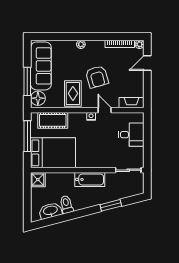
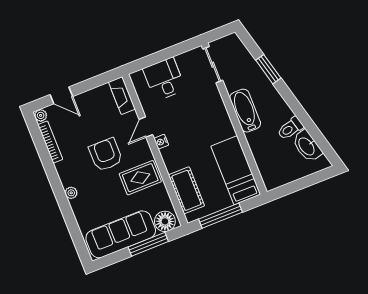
armchair: (97, 77) -> (106, 155), turned -74
bed: (53, 153) -> (236, 170), width x0.67
shower: (38, 180) -> (272, 179), removed

